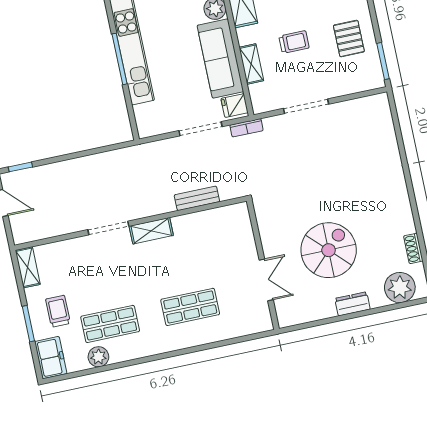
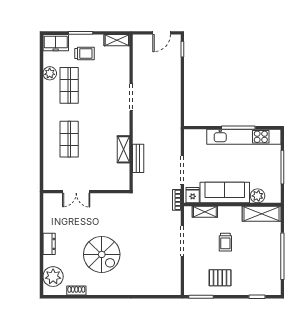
shelving: (251, 64) -> (205, 212), moved
shelving: (151, 231) -> (124, 149), moved
spiral stairs: (329, 250) -> (102, 254), moved

